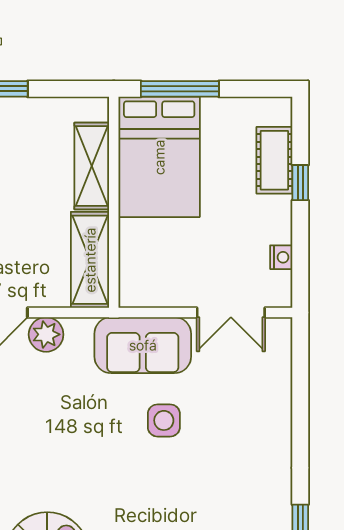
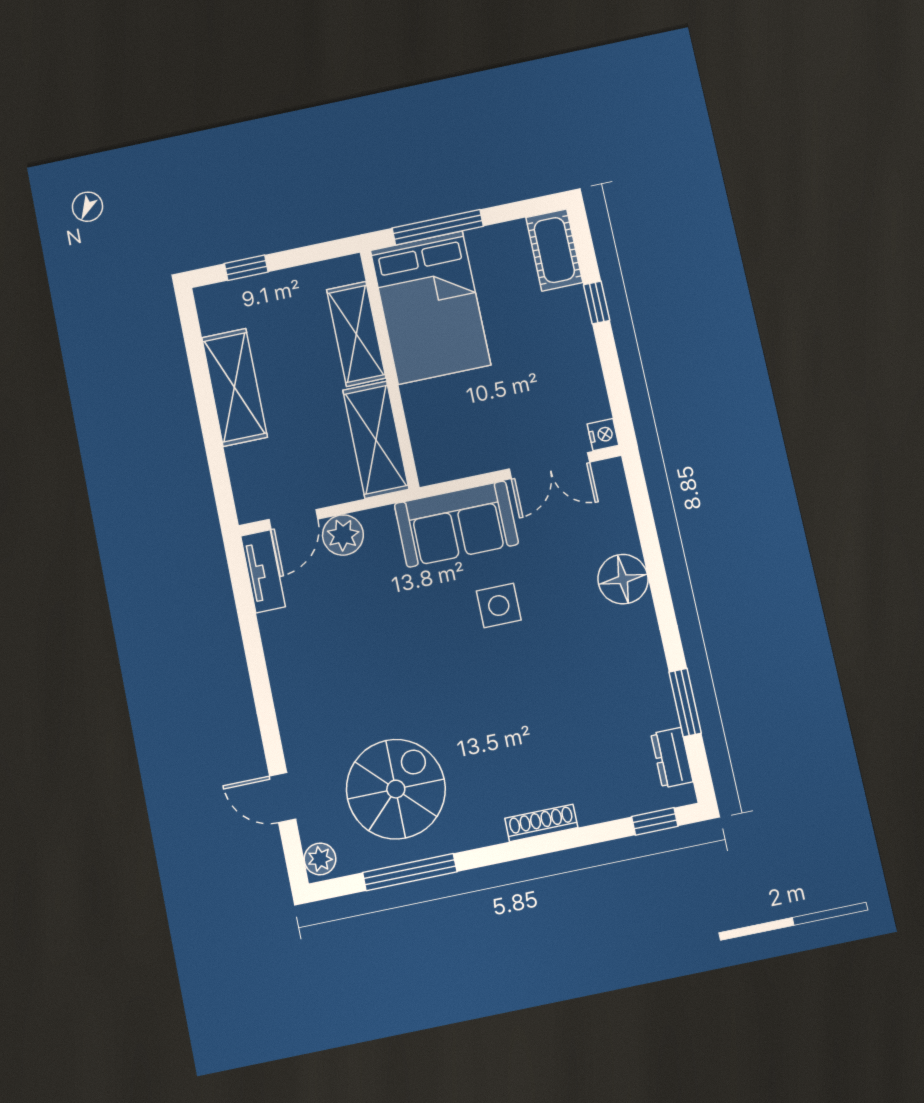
cot: (274, 160) -> (554, 250), moved
nightstand: (281, 257) -> (603, 435), moved
floor lamp: (271, 420) -> (623, 579), added

